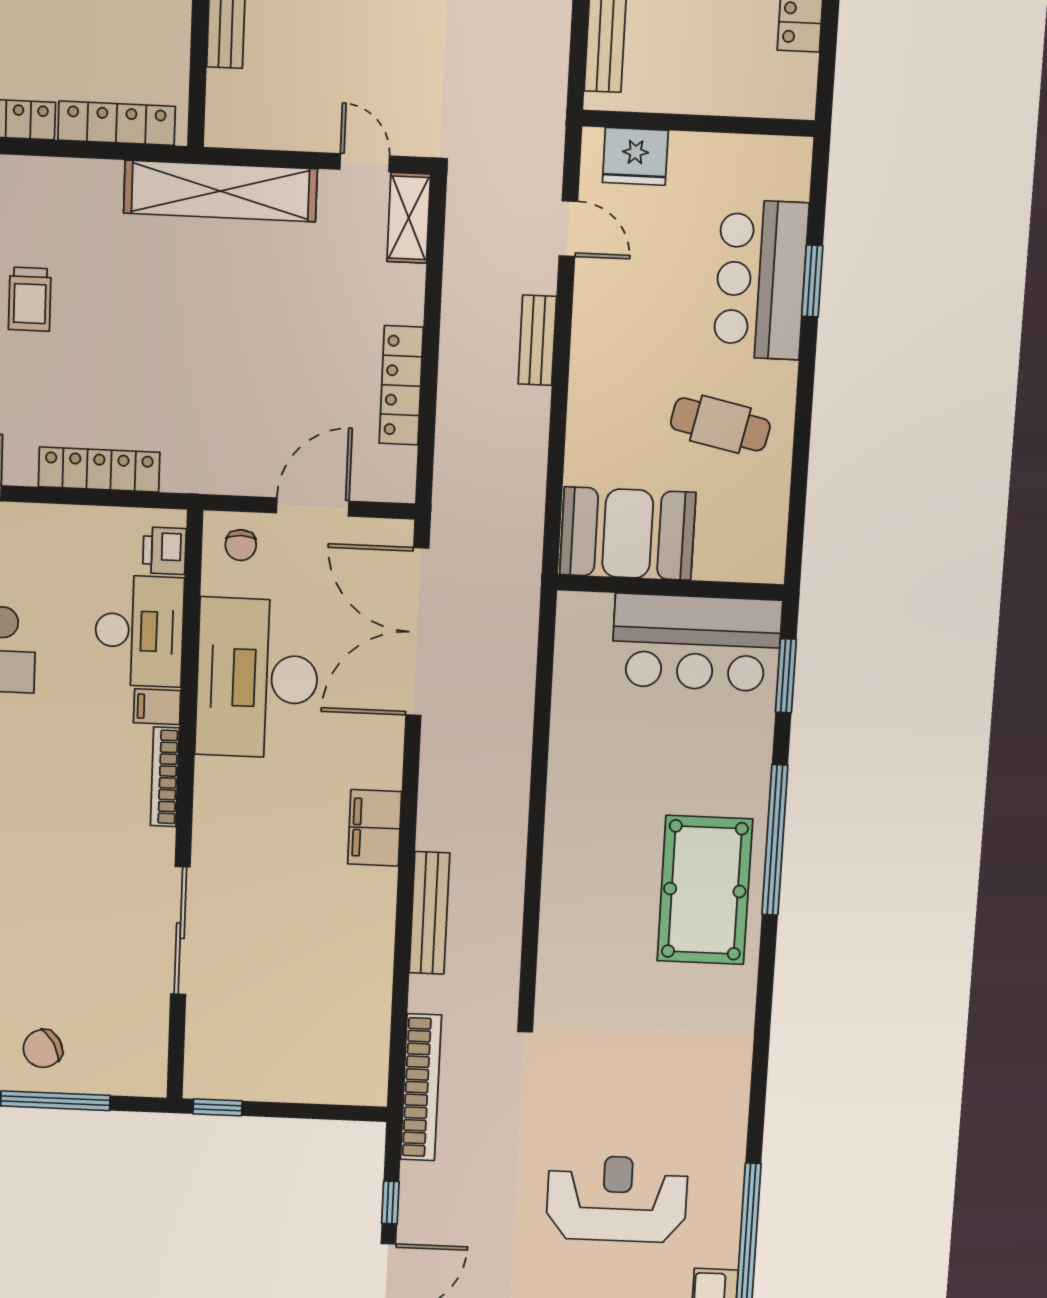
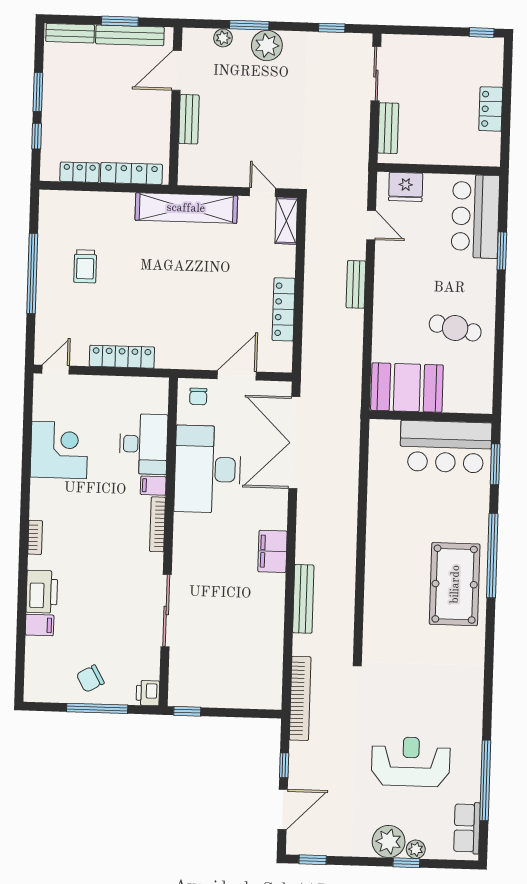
bar counter: (761, 280) -> (475, 216), moved
printer: (164, 551) -> (148, 693), moved

